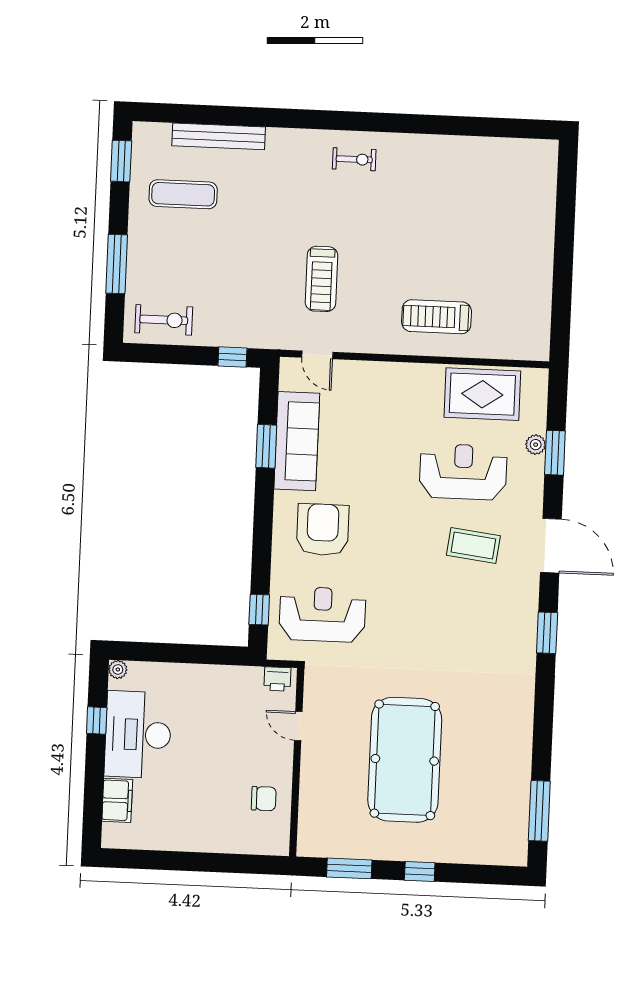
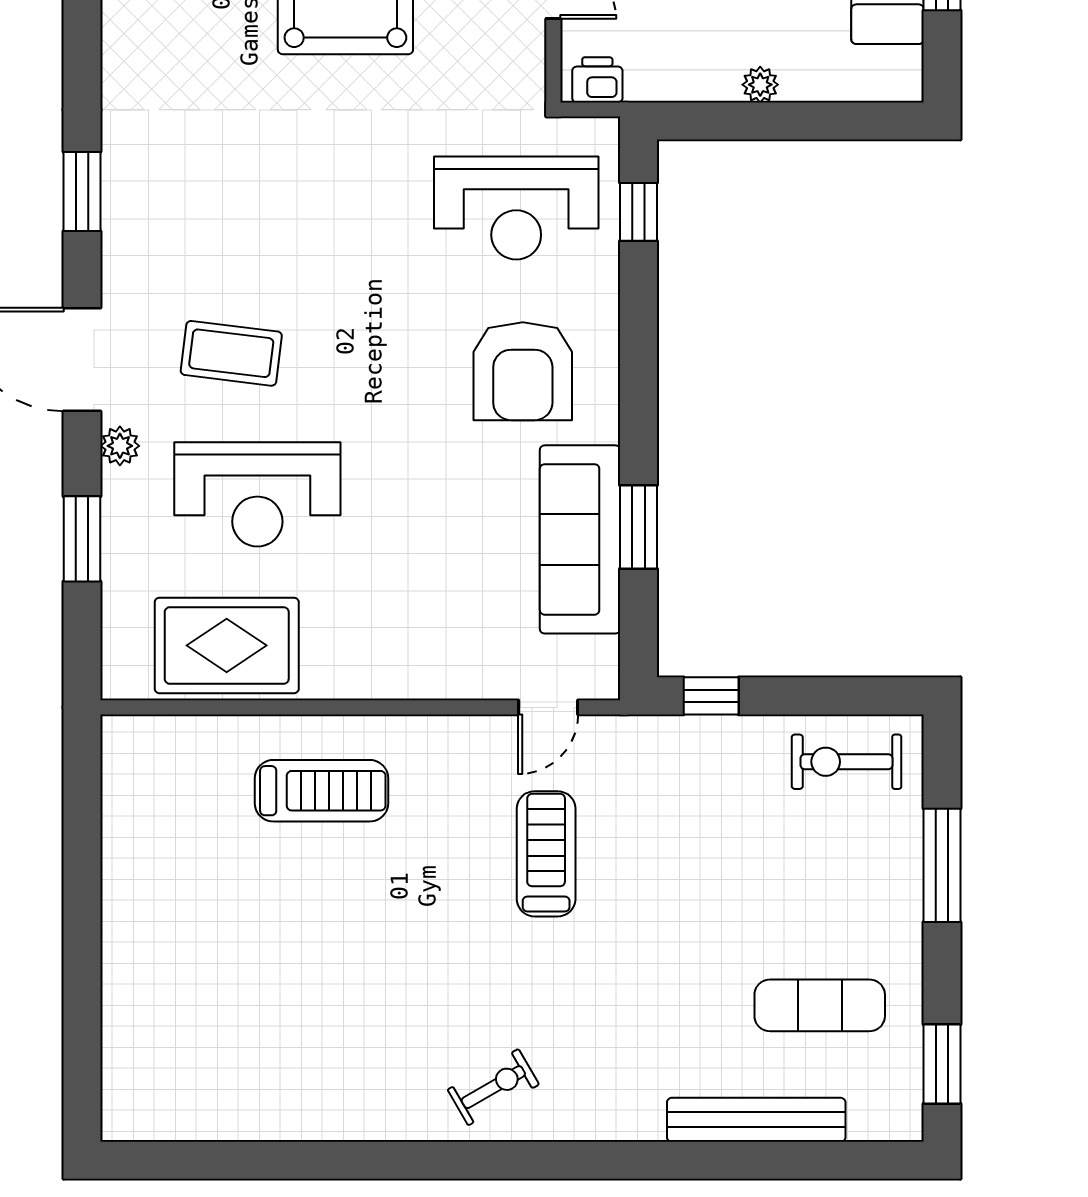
exercise bike: (354, 159) -> (493, 1087), turned 150
door: (317, 355) -> (548, 707), swing flipped
plant: (536, 445) -> (120, 446), moved
plant: (118, 669) -> (760, 85), moved

